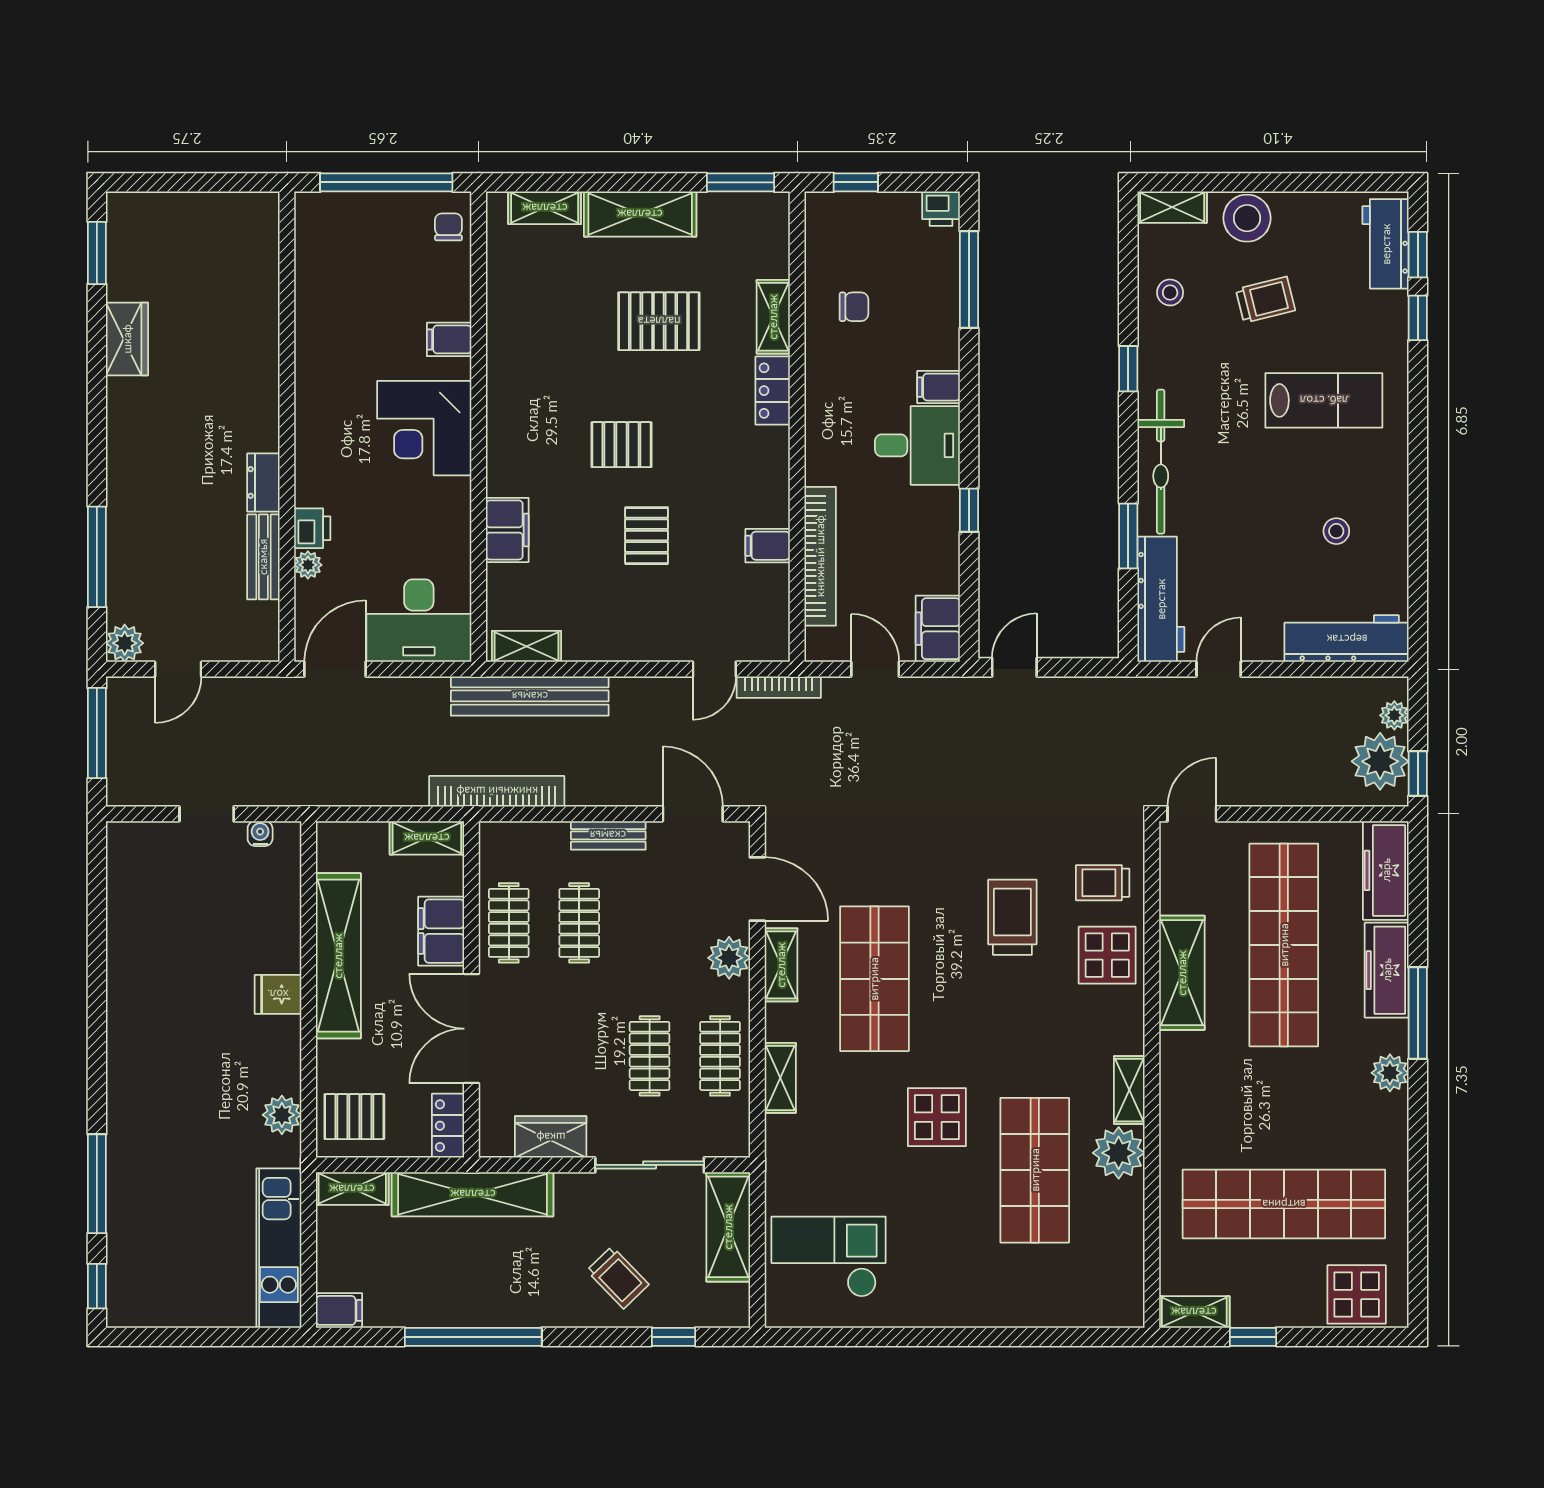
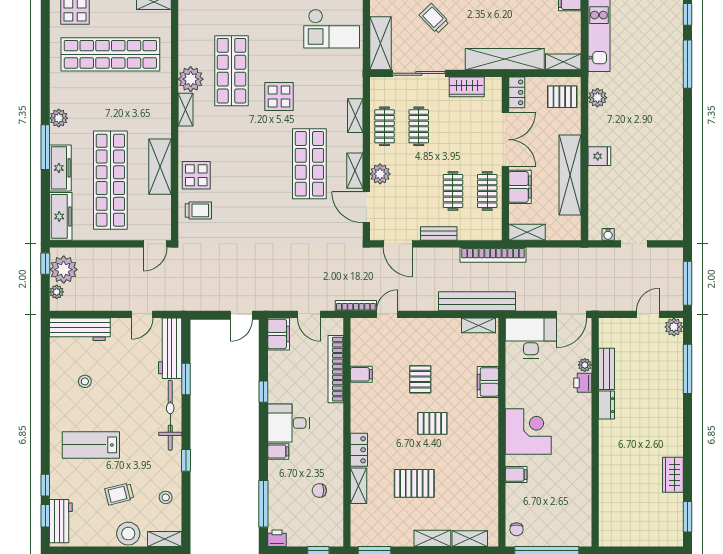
shelving: (640, 214) -> (432, 538), width x0.67, depth x0.75
trolley: (1012, 917) -> (242, 194), removed

